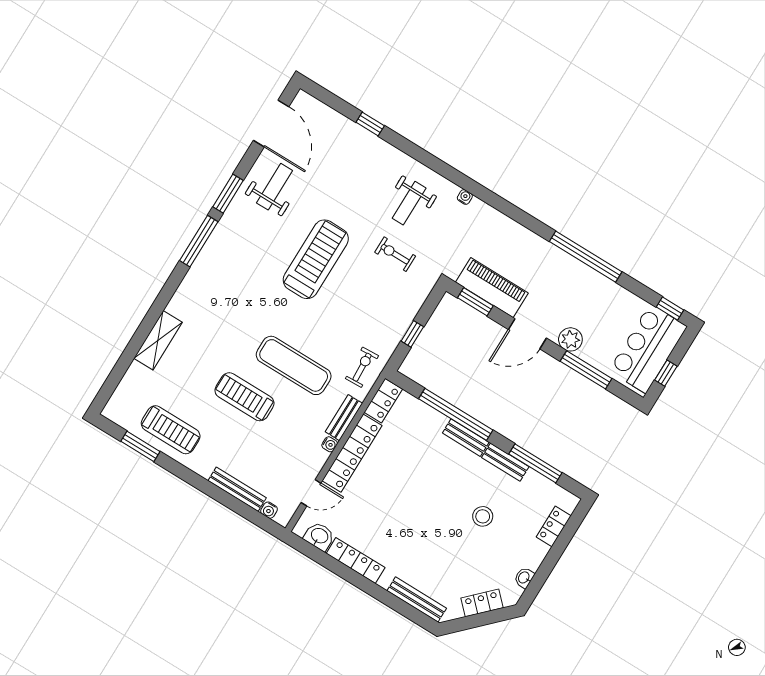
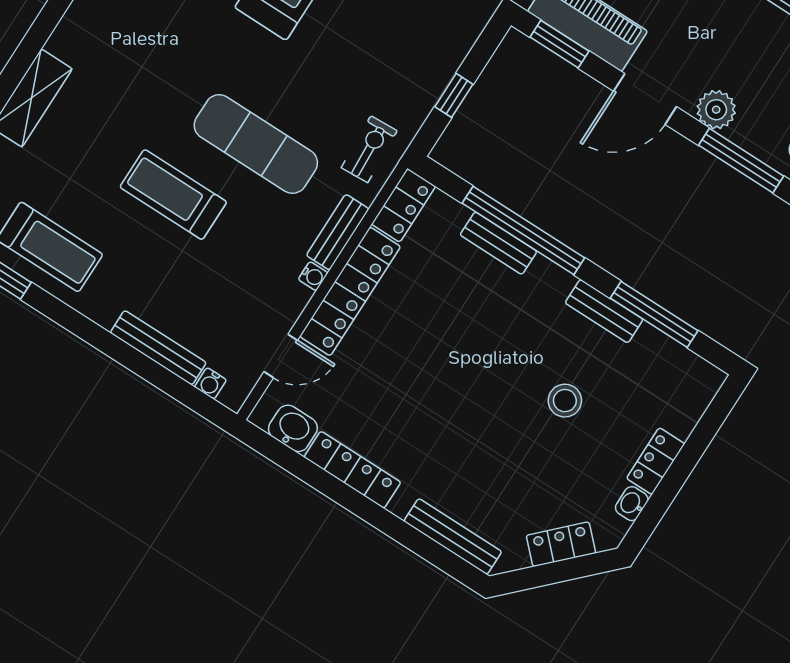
bench: (466, 438) -> (498, 243), moved
locker: (554, 526) -> (656, 461), moved

